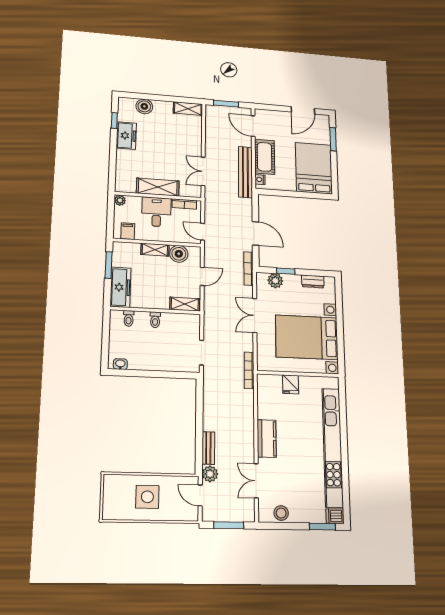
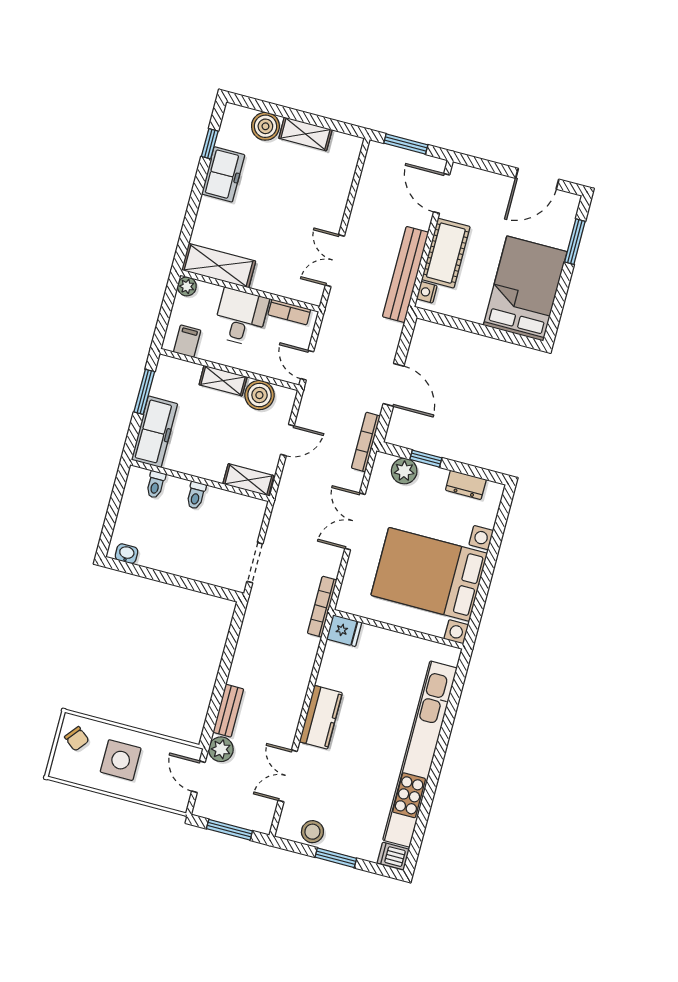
shelving: (188, 109) -> (305, 134), moved
shelving: (158, 187) -> (219, 266), moved
fridge: (291, 384) -> (344, 631), moved, turned -90
chair: (115, 490) -> (77, 739), added
window: (322, 527) -> (336, 858), moved

